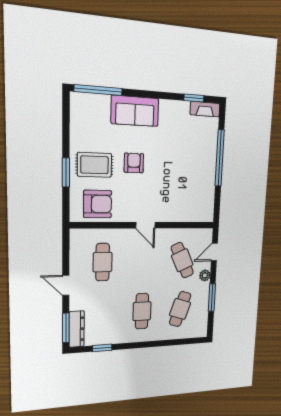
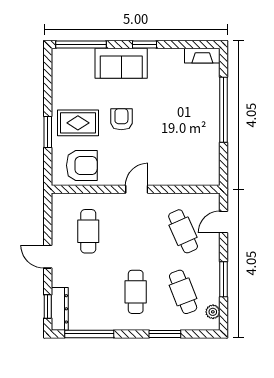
window: (194, 98) -> (145, 44), moved
door: (145, 225) -> (137, 189), swing flipped
plant: (205, 275) -> (213, 312), moved
cafe table: (180, 309) -> (183, 292), turned -39
window: (66, 328) -> (48, 307), width x0.67
window: (164, 343) -> (165, 334), added
window: (102, 348) -> (89, 334), width x2.17

